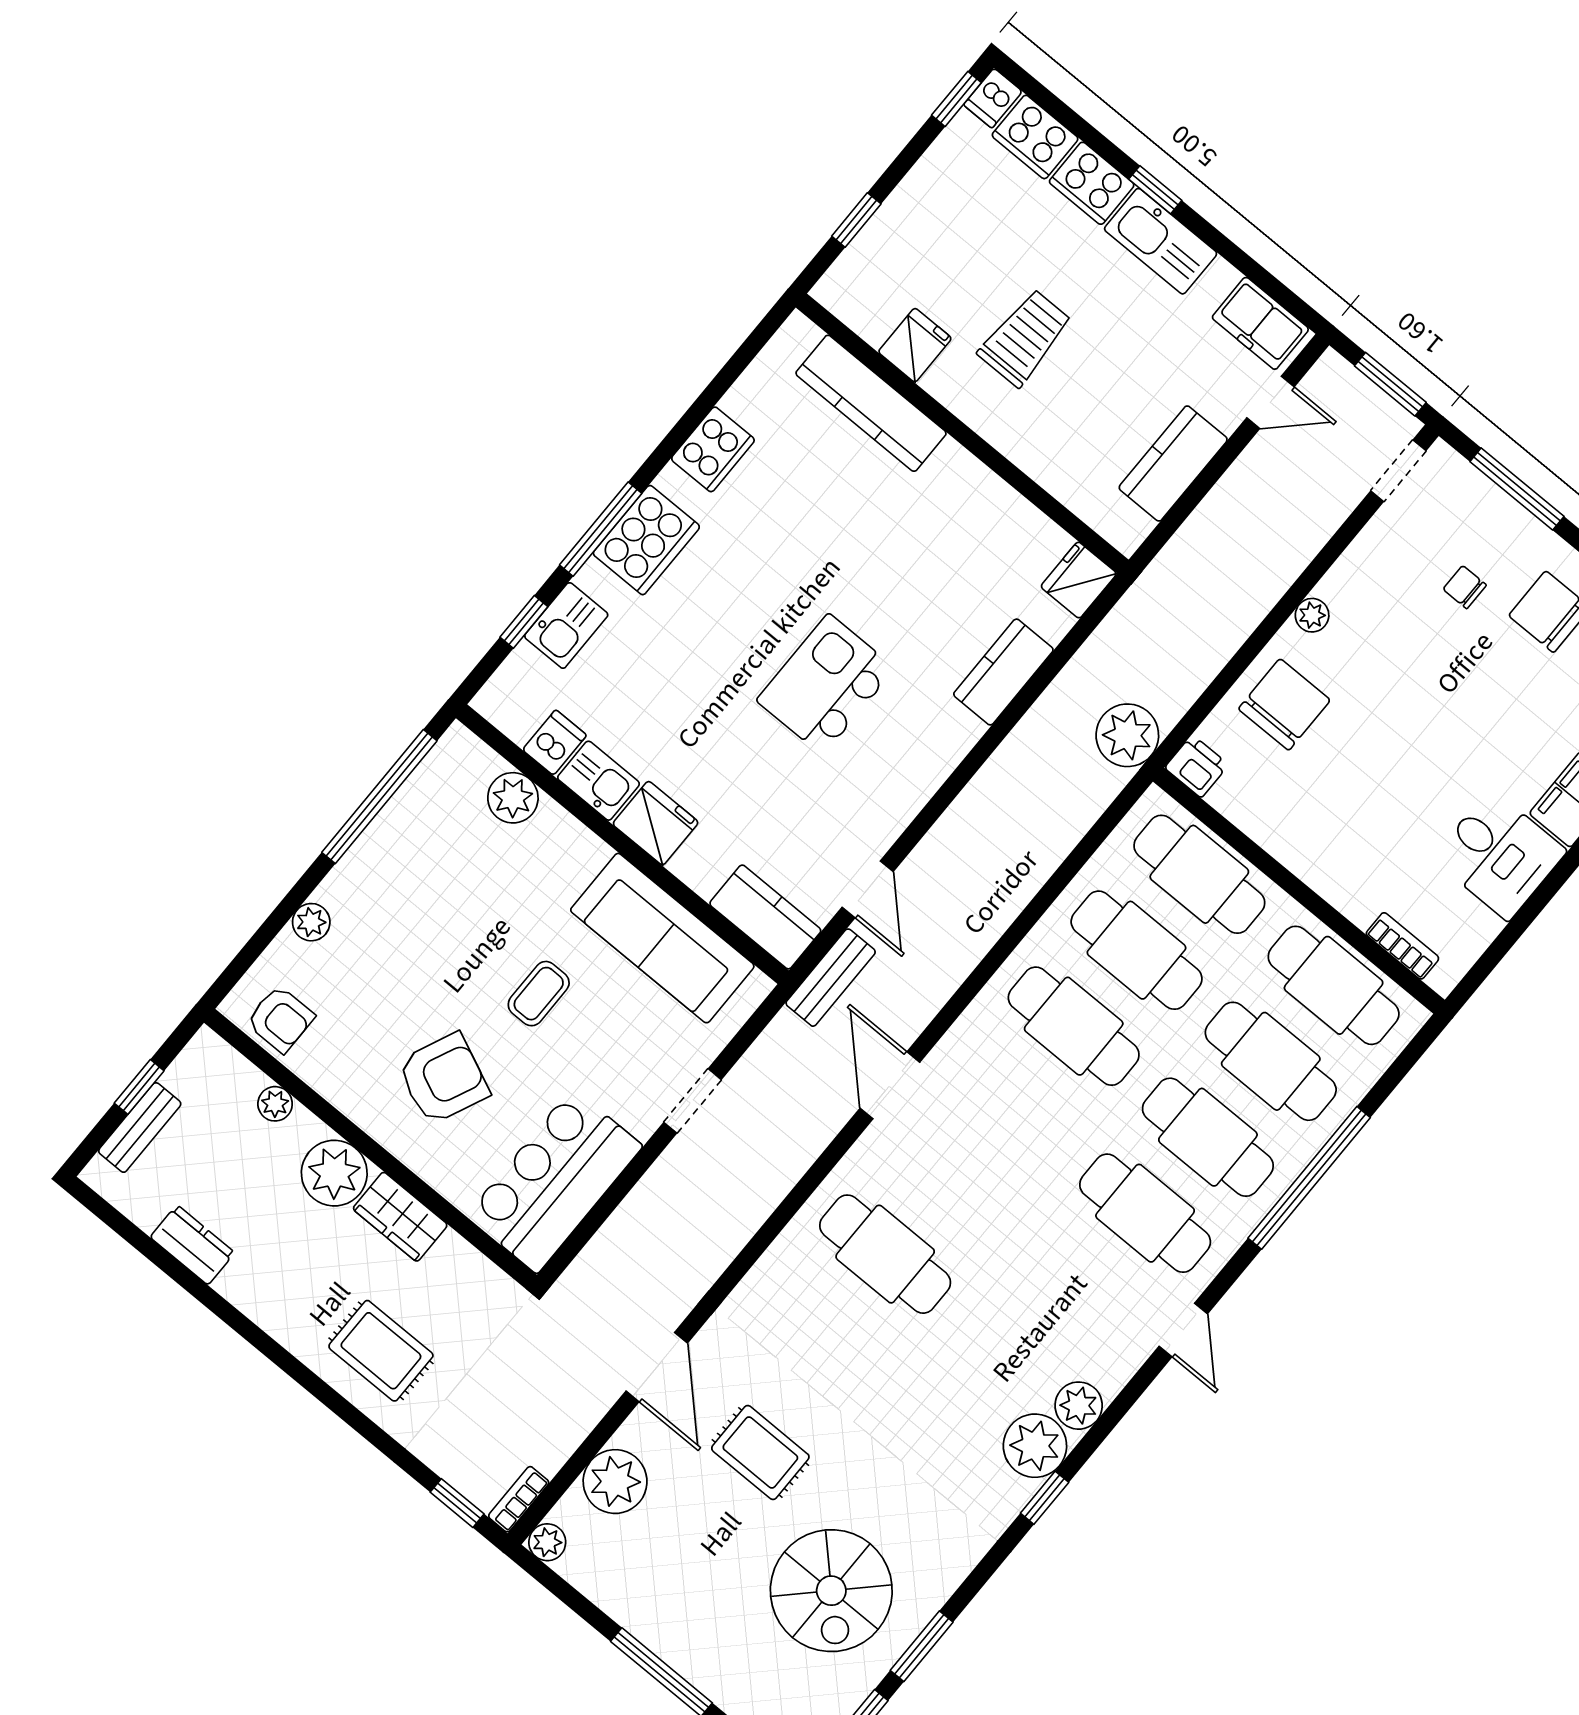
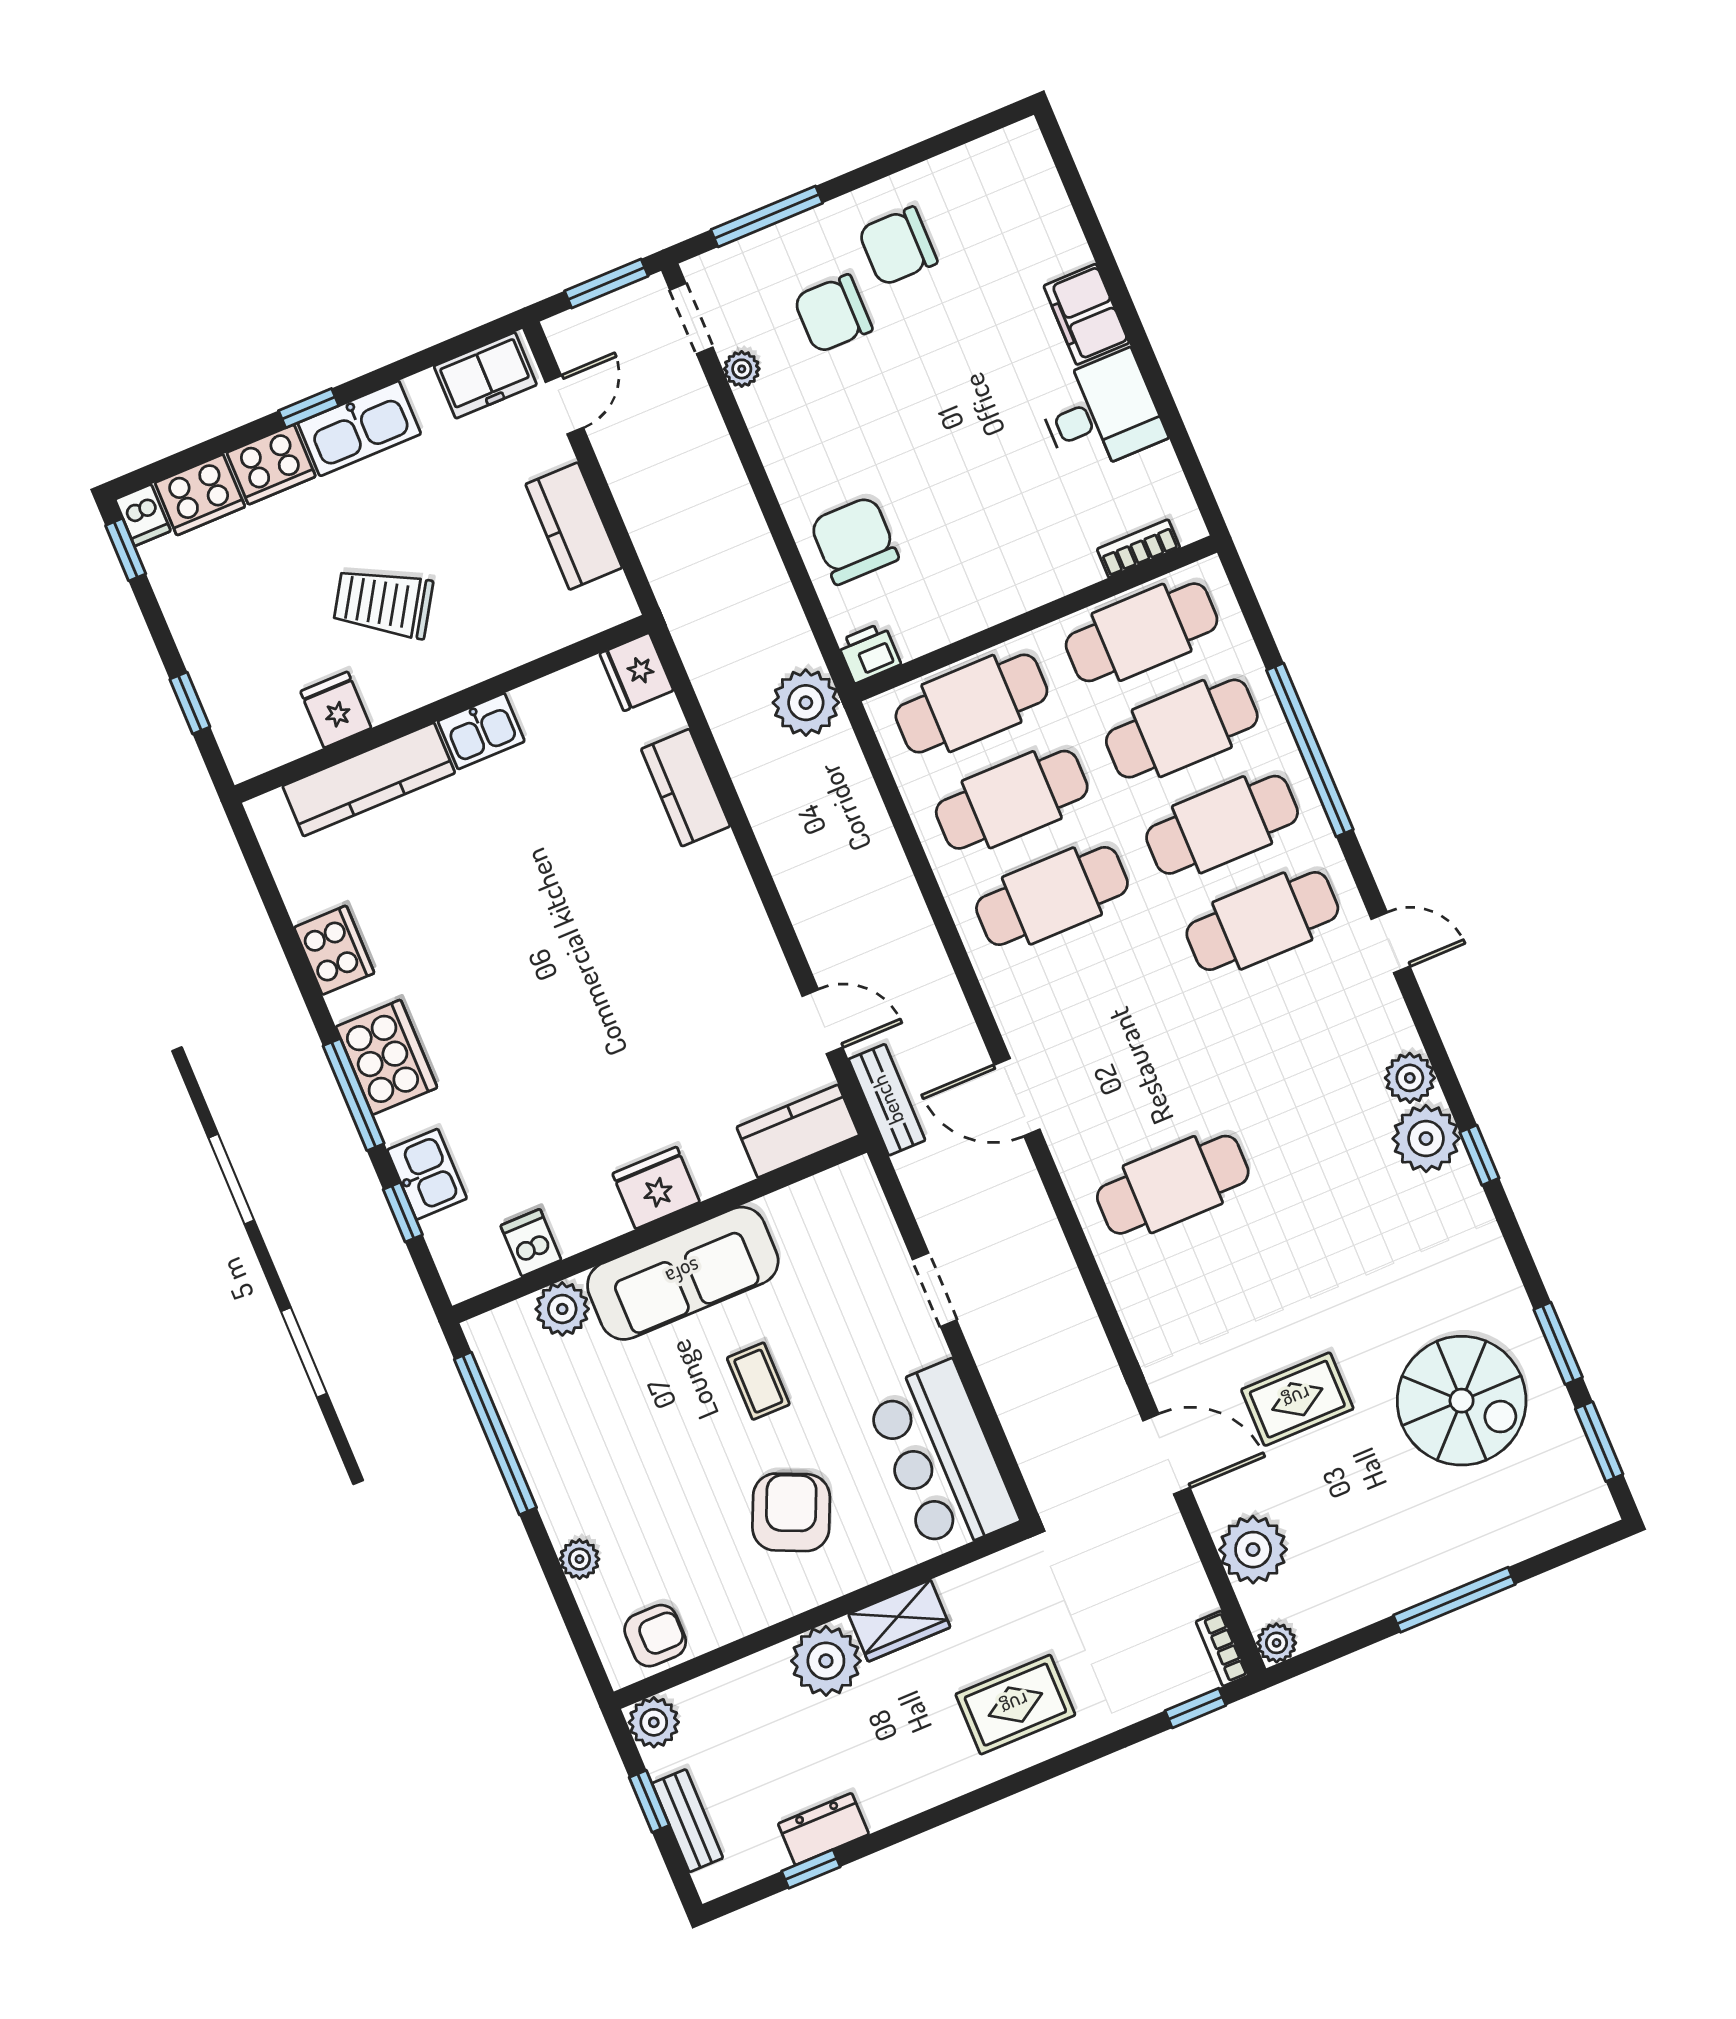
trolley: (1025, 338) -> (383, 603), turned -58
chair: (1465, 587) -> (833, 314), width x1.87, depth x1.87
plant: (1312, 615) -> (742, 369), moved
kitchen island: (826, 684) -> (610, 960), removed
kitchen sink: (599, 781) -> (481, 731), moved, turned 180
sofa: (662, 938) -> (683, 1273), moved
plant: (275, 1104) -> (654, 1722), moved, width x1.38, depth x1.38
window: (154, 1252) -> (811, 1869), added

